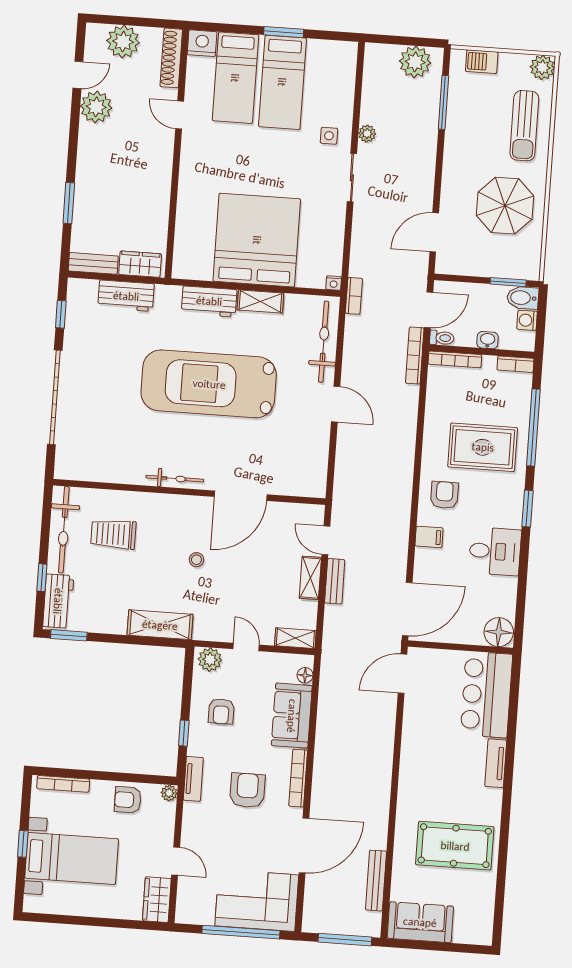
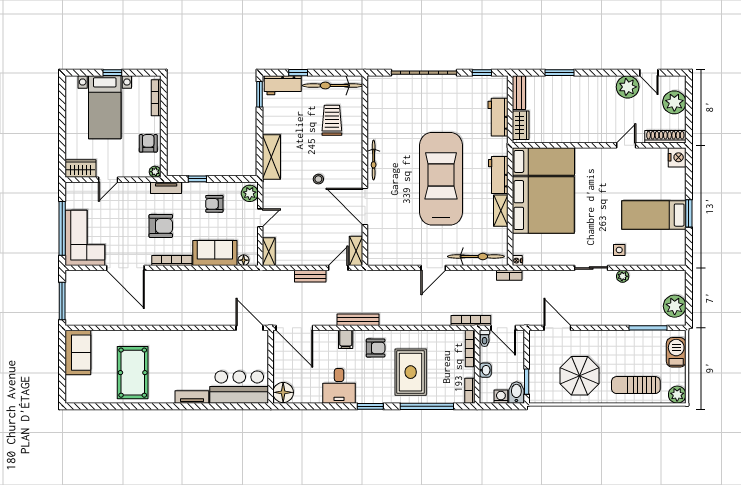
barbecue: (482, 62) -> (676, 352), width x1.38, depth x1.27
bed: (235, 78) -> (543, 161), moved, turned 180
shelving: (310, 578) -> (356, 251), moved, turned 90
bench: (376, 881) -> (358, 320), moved

